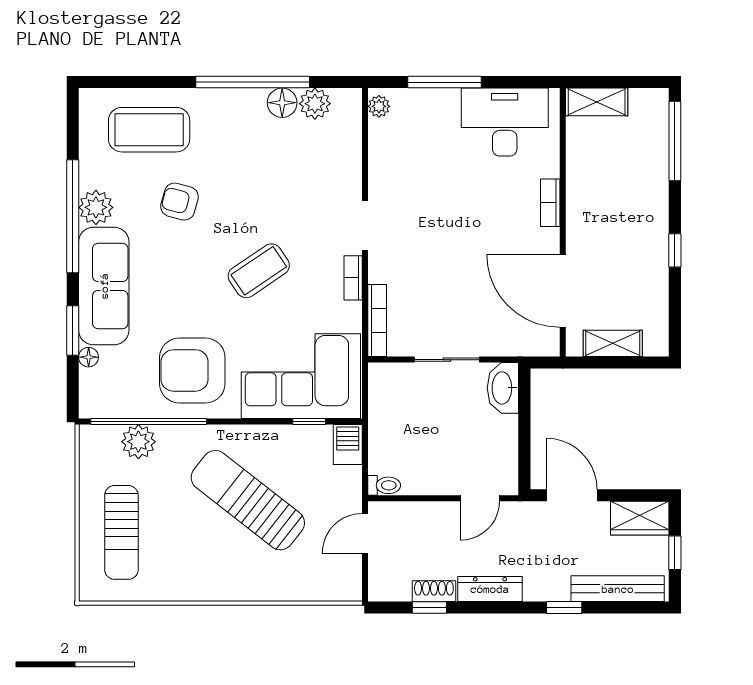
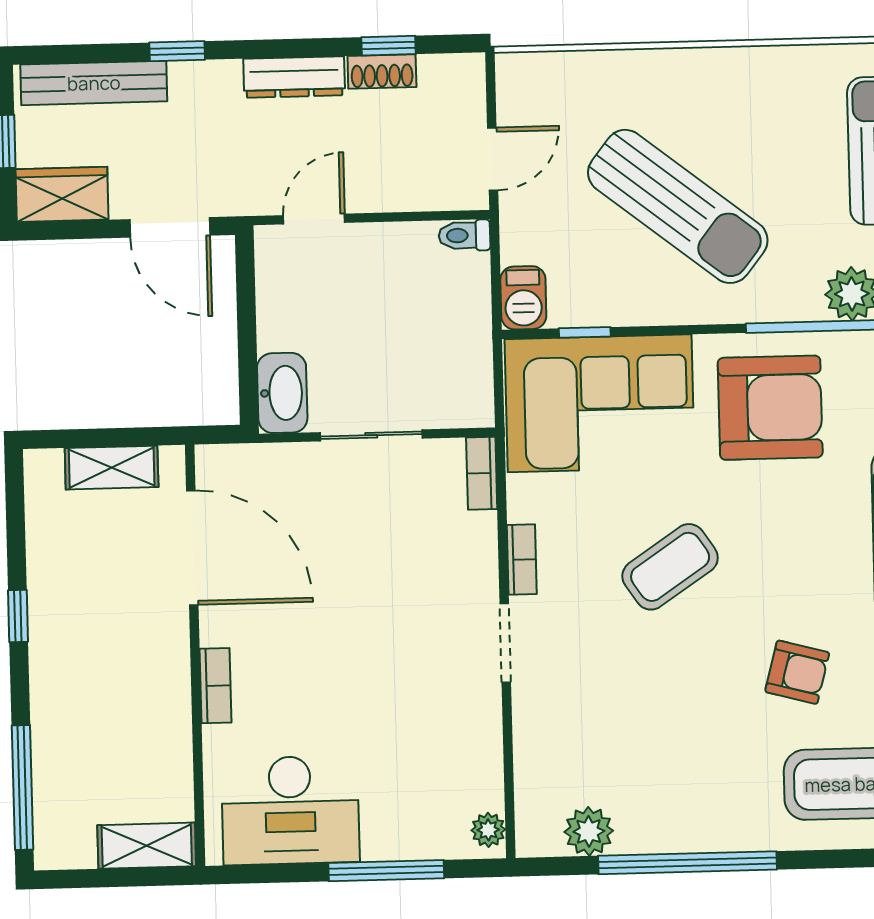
floor lamp: (282, 103) -> (640, 831), removed
bookcase: (377, 320) -> (482, 473), width x0.64

